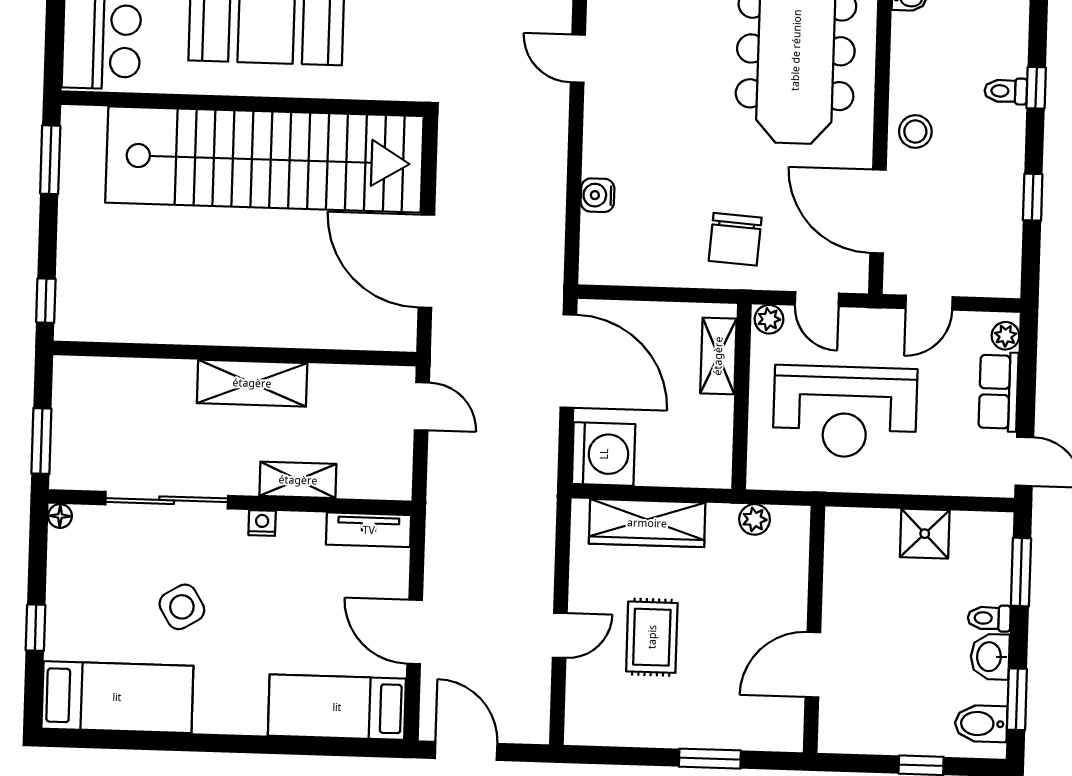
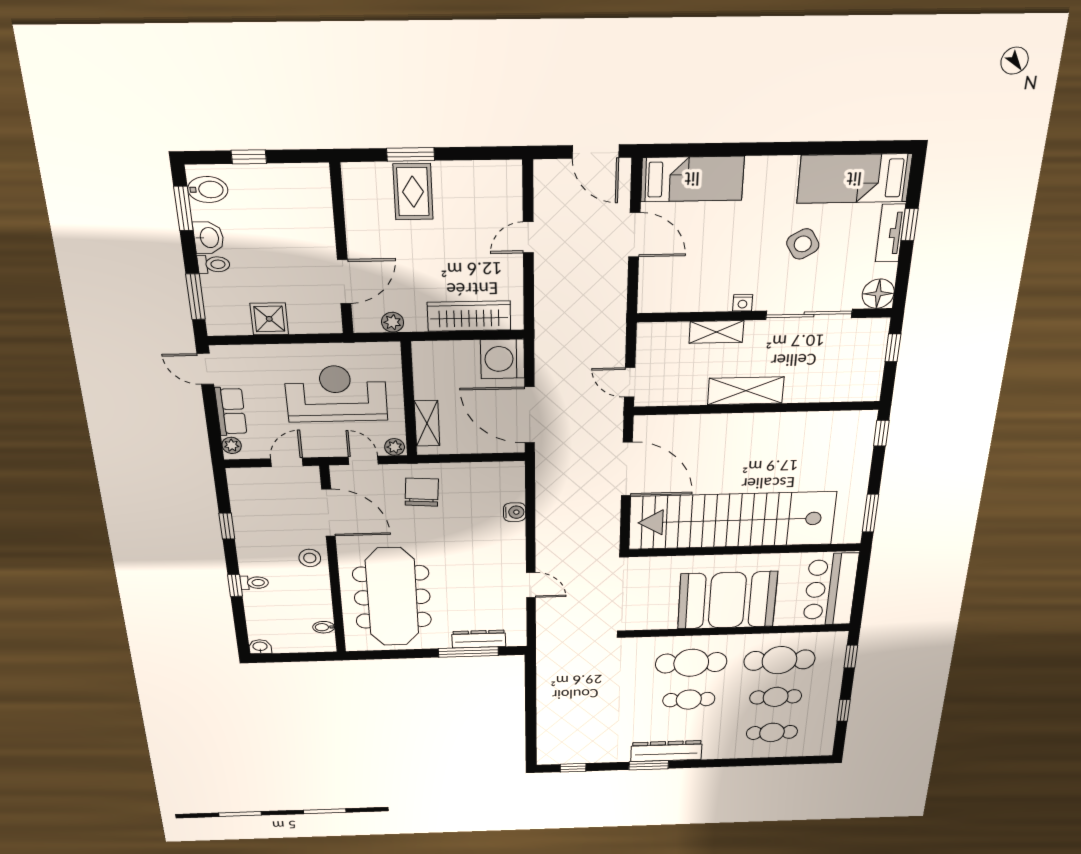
window: (41, 441) -> (893, 348), width x0.67
floor lamp: (60, 516) -> (878, 294), width x1.89, depth x1.89
tv unit: (369, 530) -> (890, 233), moved, turned -90
rug: (652, 637) -> (413, 192), moved
door: (813, 665) -> (344, 282), moved

